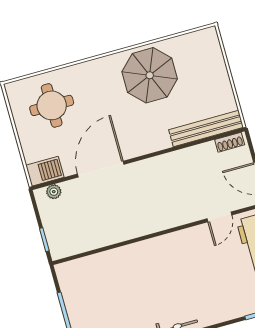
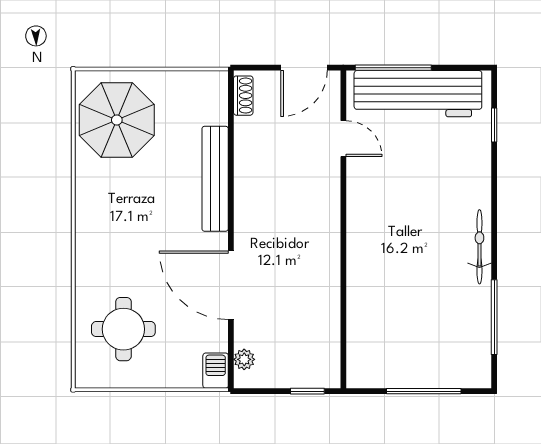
parasol: (150, 75) -> (117, 120), moved
bench: (206, 128) -> (215, 179), moved
barbecue: (45, 171) -> (216, 371), width x0.73, depth x0.79

